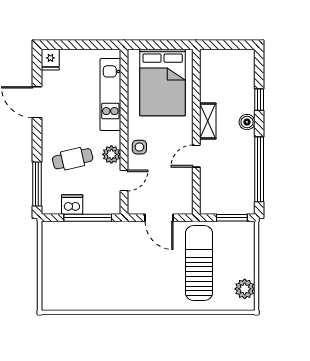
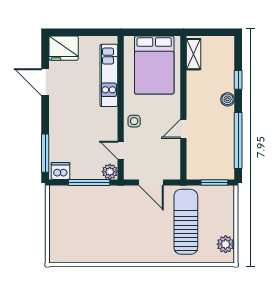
fridge: (50, 60) -> (64, 48), width x1.88, depth x1.34
shelving: (208, 121) -> (194, 54), moved
plant: (111, 154) -> (110, 172), moved
cafe table: (73, 159) -> (76, 131), removed
door: (124, 181) -> (121, 150), swing flipped
dishwasher: (72, 204) -> (61, 171), moved

